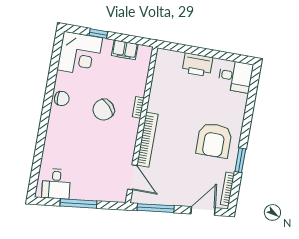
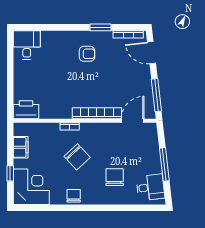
printer: (197, 65) -> (26, 110), moved, turned -90
armchair: (214, 140) -> (87, 54), width x0.53, depth x0.53
chair: (74, 147) -> (115, 177), added

